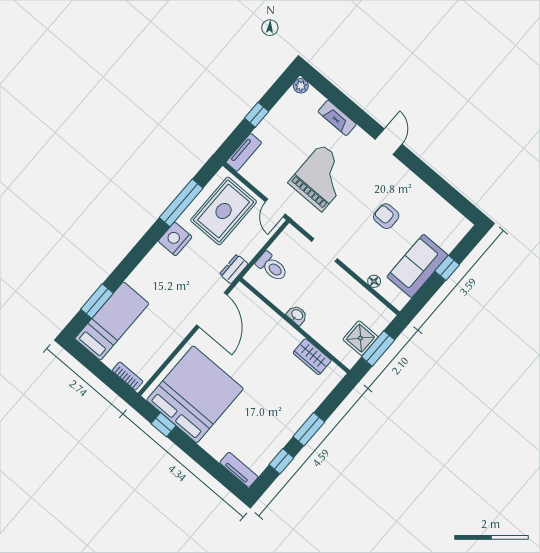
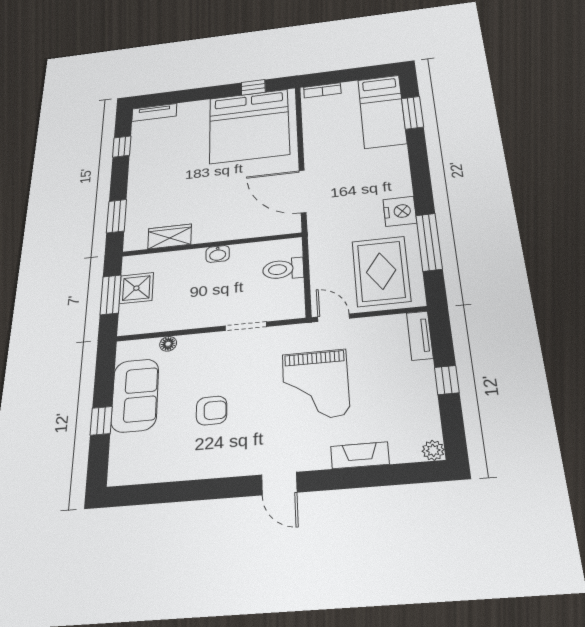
dresser: (234, 269) -> (318, 237), removed
window: (309, 429) -> (117, 216), moved

